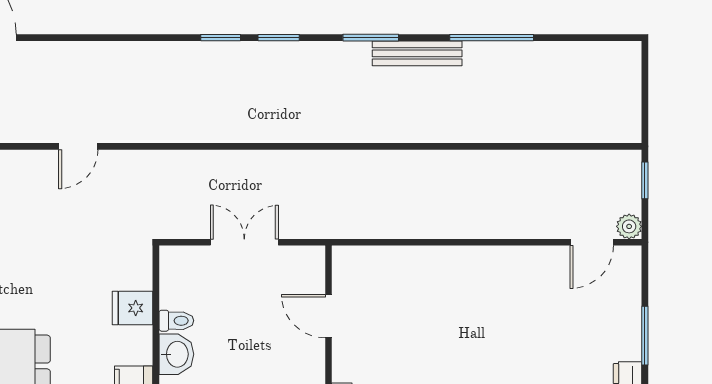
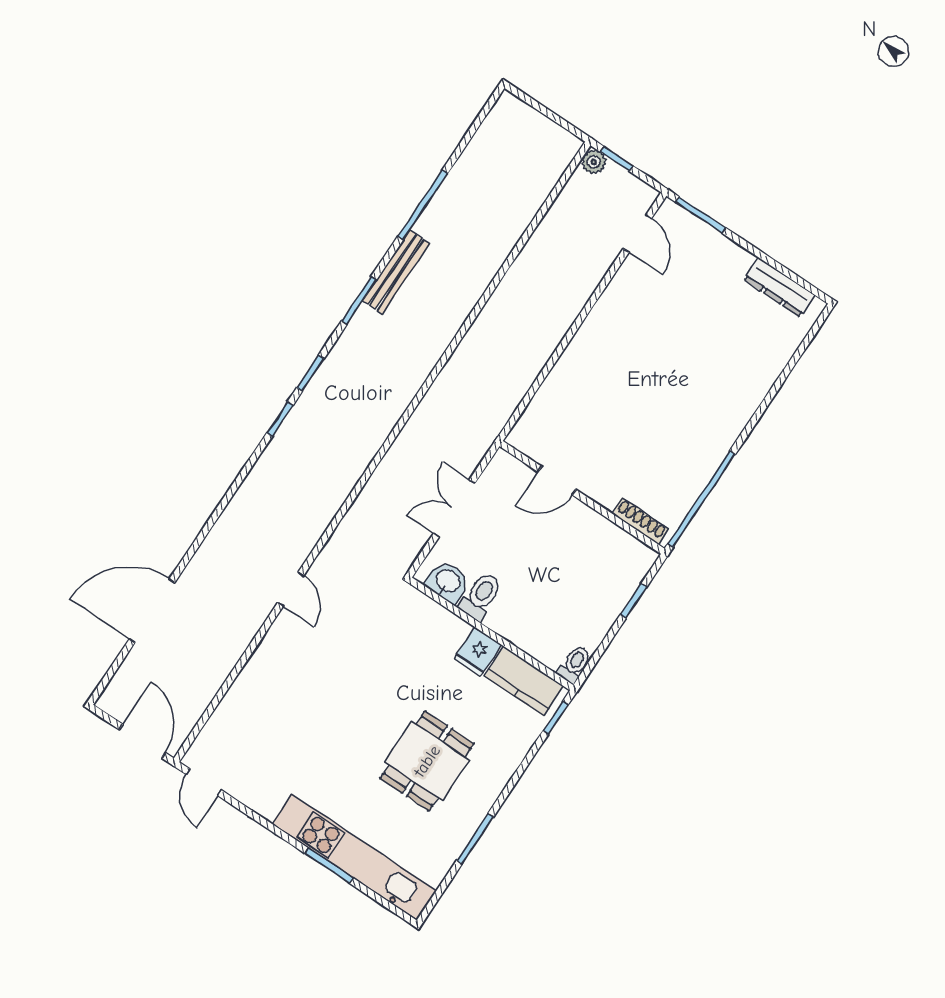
plant: (629, 226) -> (594, 162), moved
fridge: (132, 308) -> (478, 652), moved
toilet: (176, 321) -> (481, 596), width x1.37, depth x1.39
window: (645, 336) -> (701, 215), moved
washbasin: (176, 354) -> (448, 582), moved

